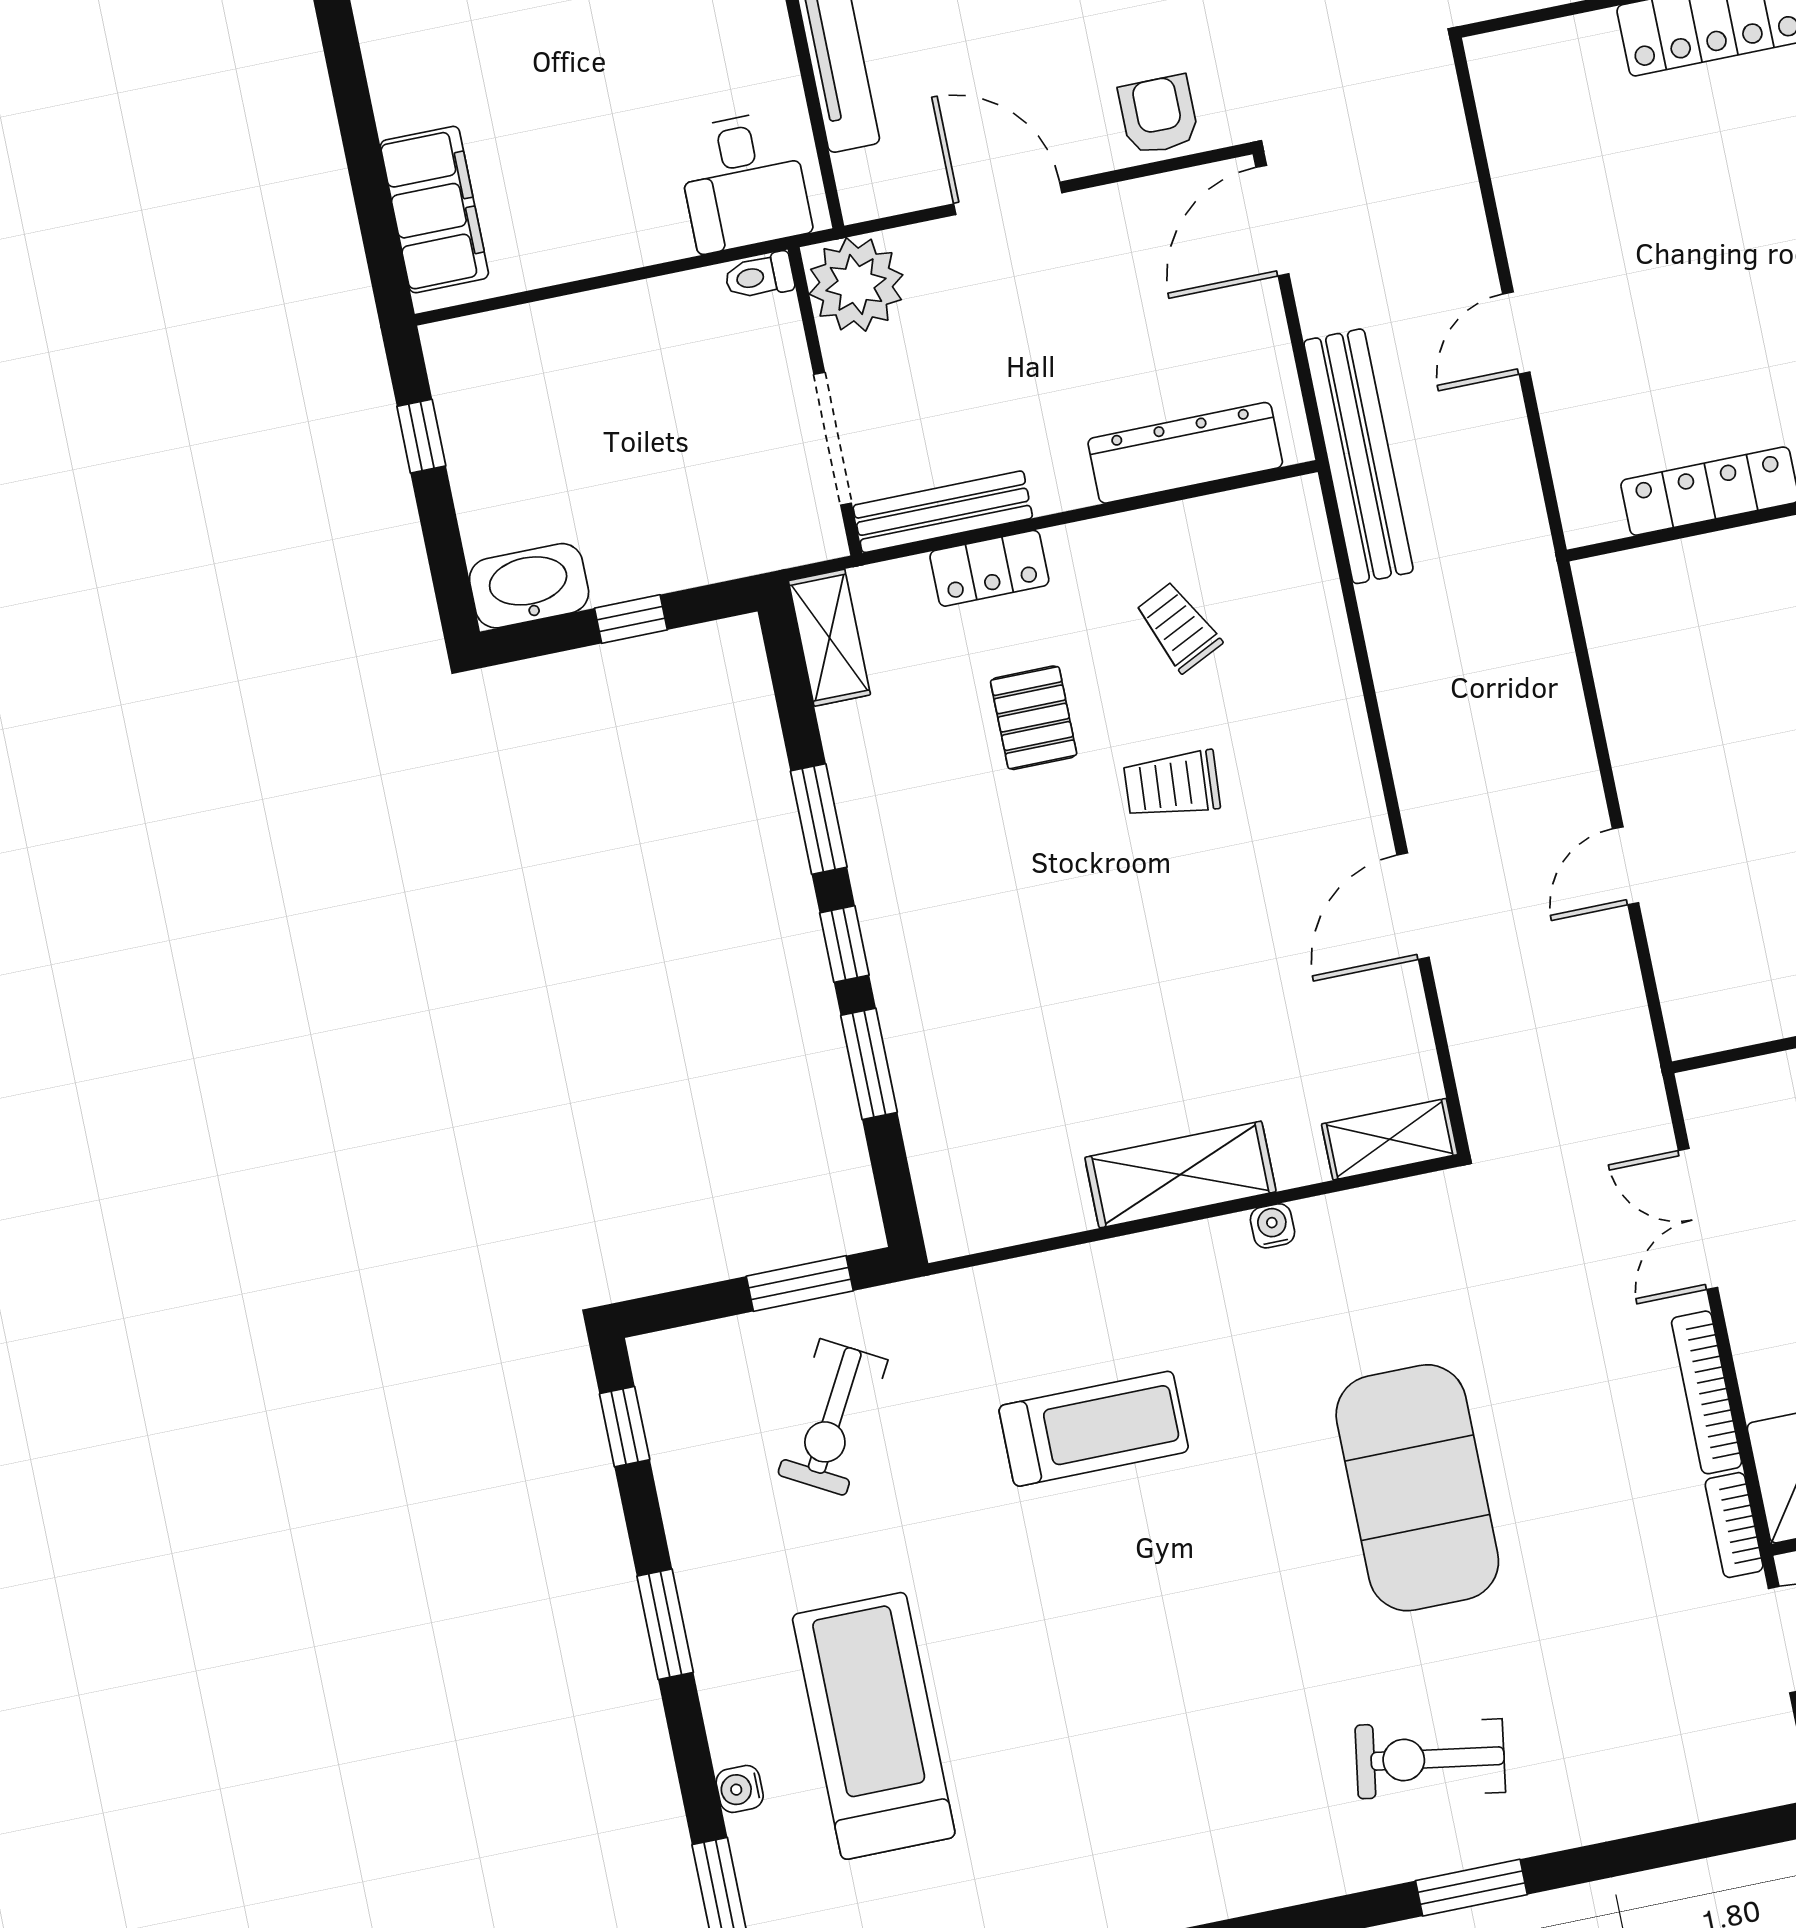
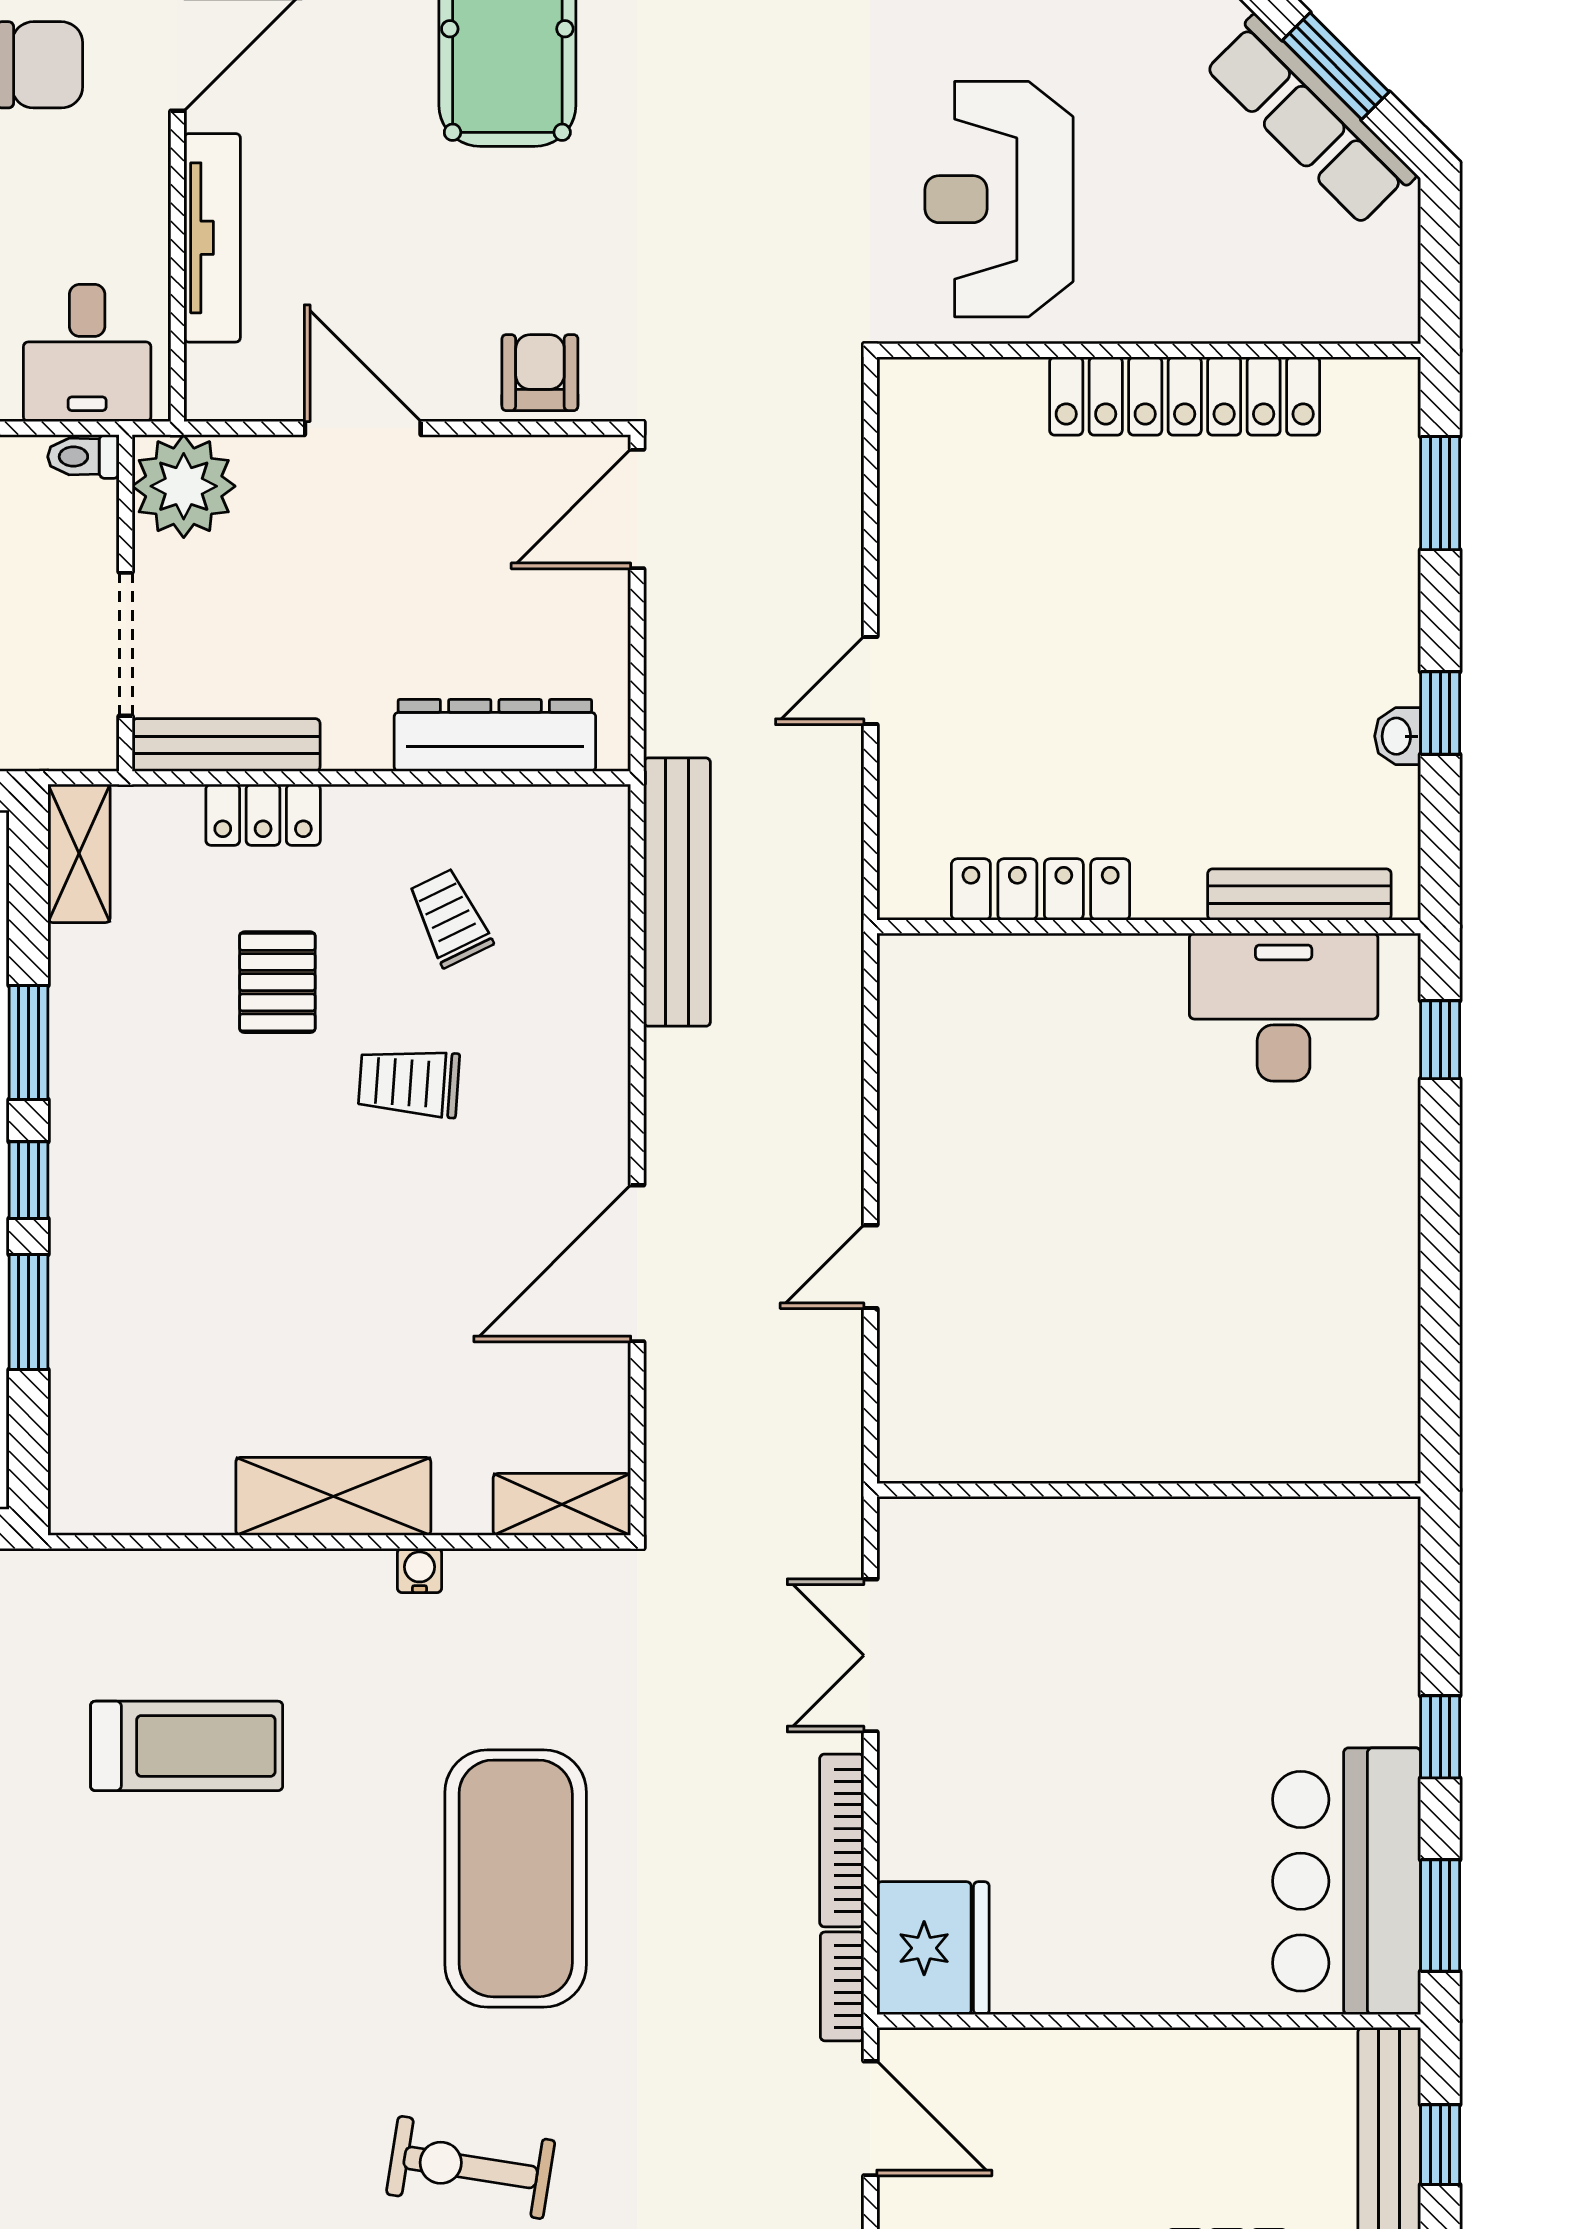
bench: (1358, 456) -> (677, 892), moved
door: (1413, 906) -> (637, 1263), width x1.36

